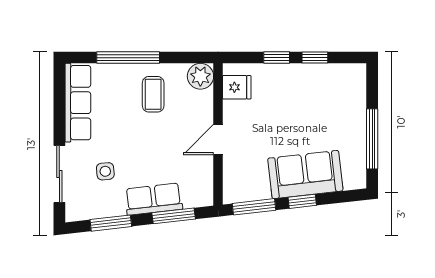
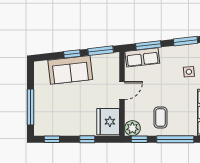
window: (189, 58) -> (139, 139), added
window: (315, 58) -> (52, 139), moved
fridge: (237, 87) -> (108, 122), width x1.88, depth x1.34
window: (372, 139) -> (31, 107), moved
row of seats: (154, 199) -> (142, 57), moved

